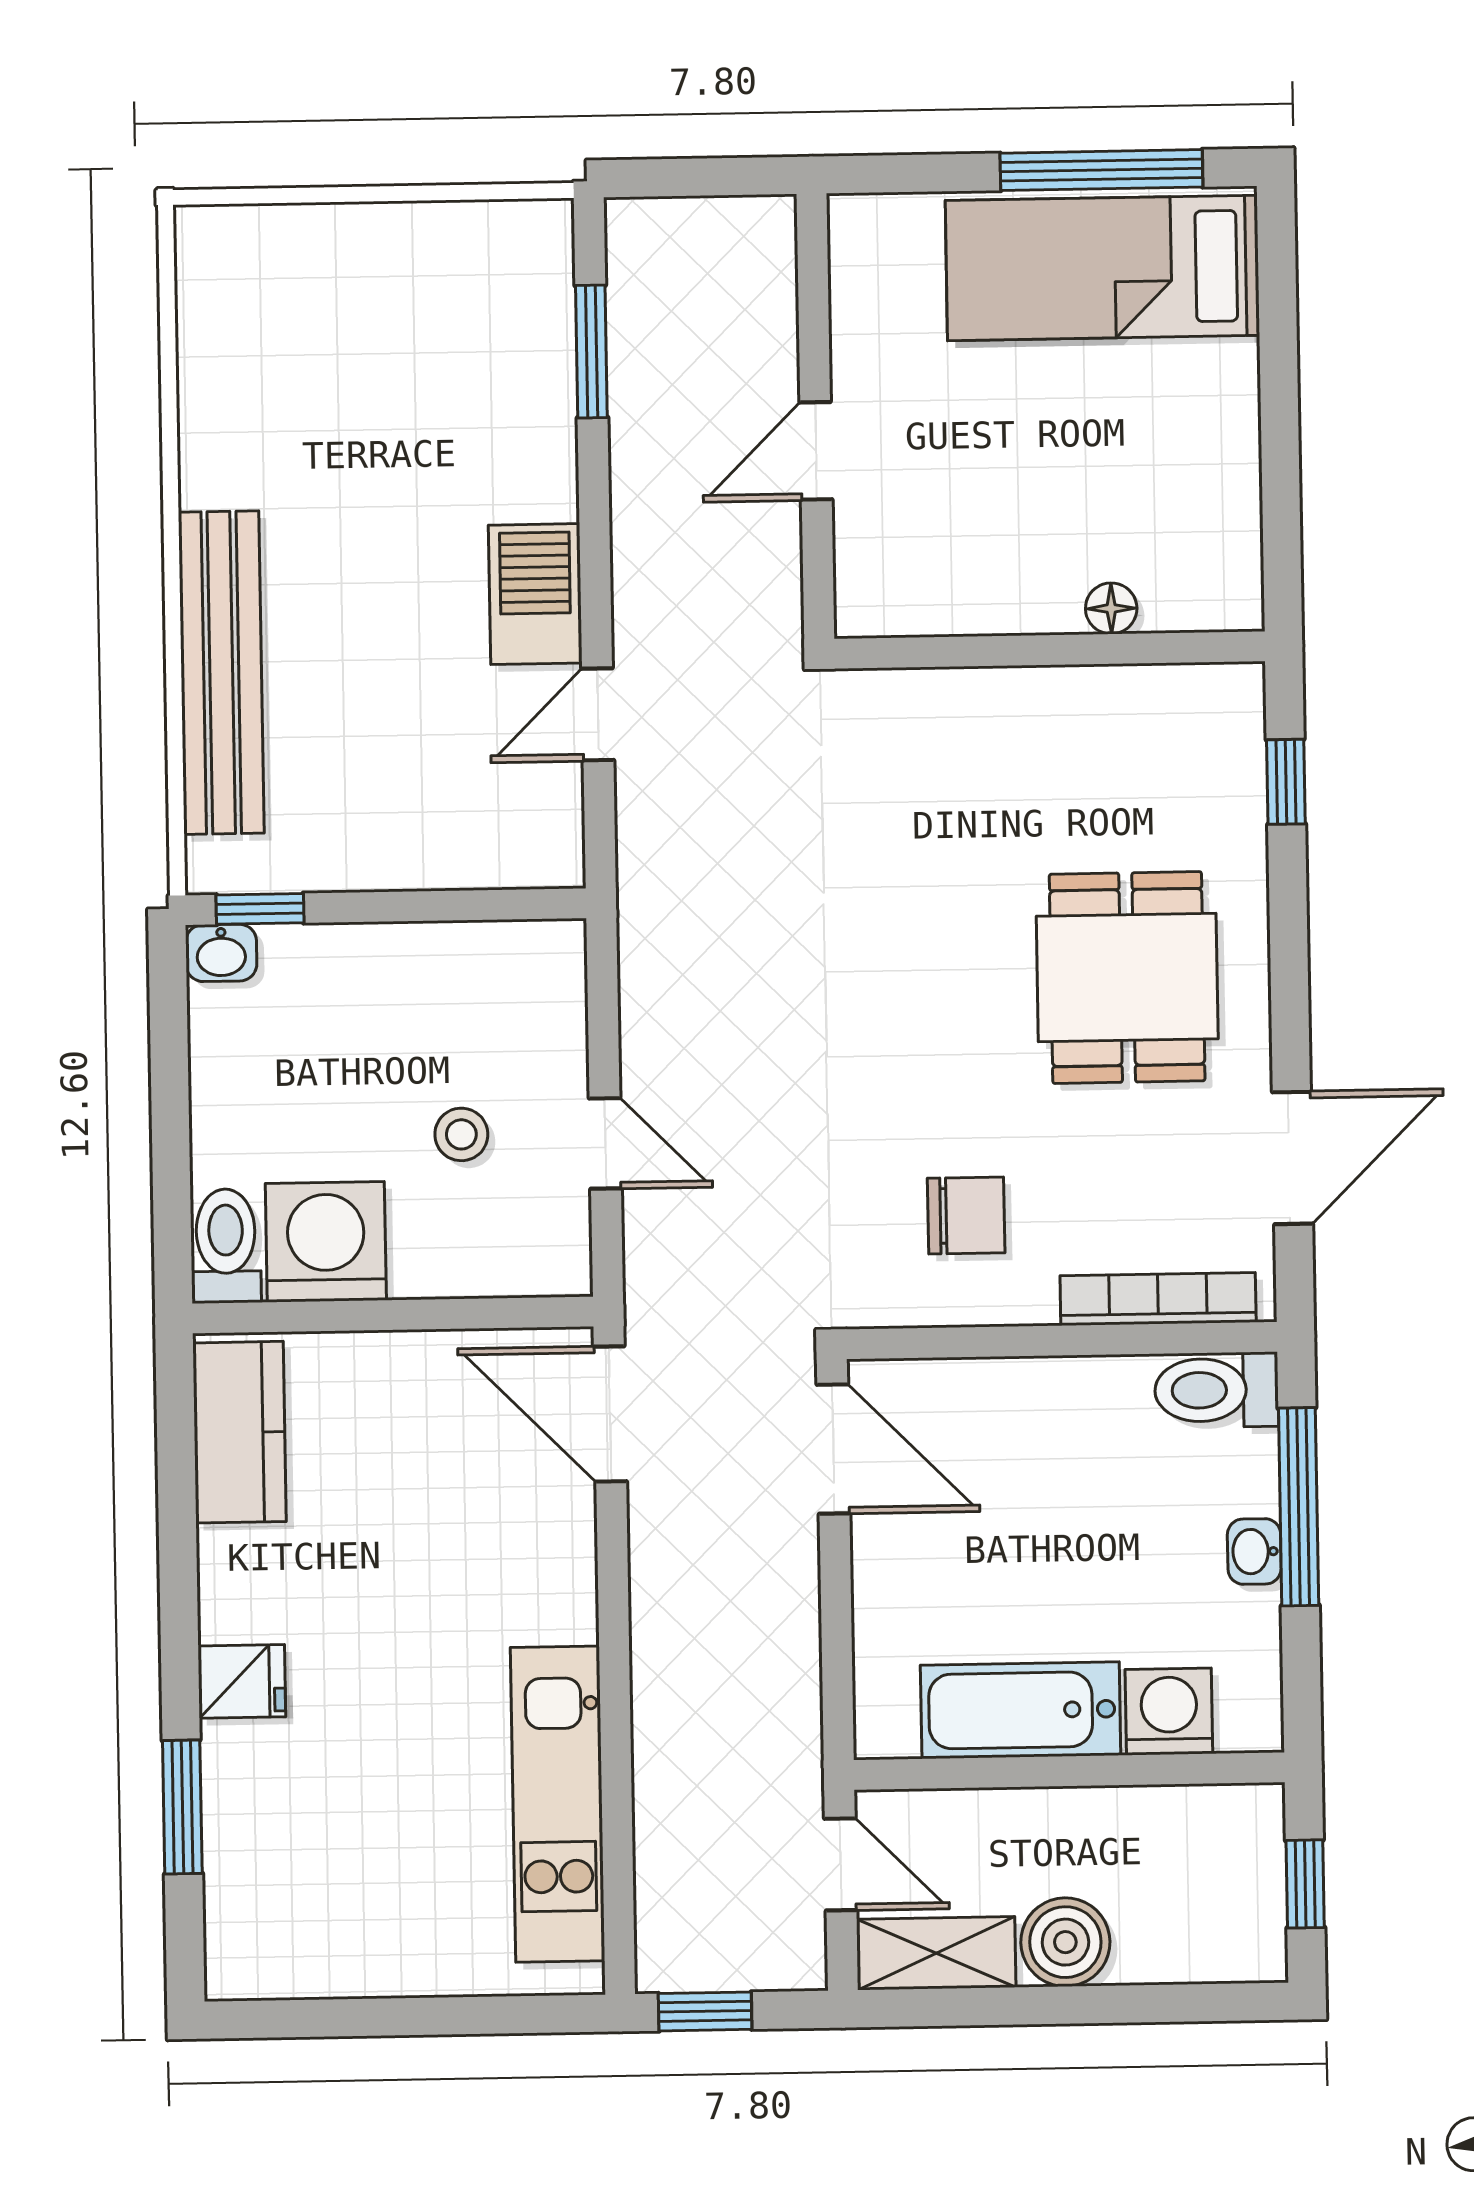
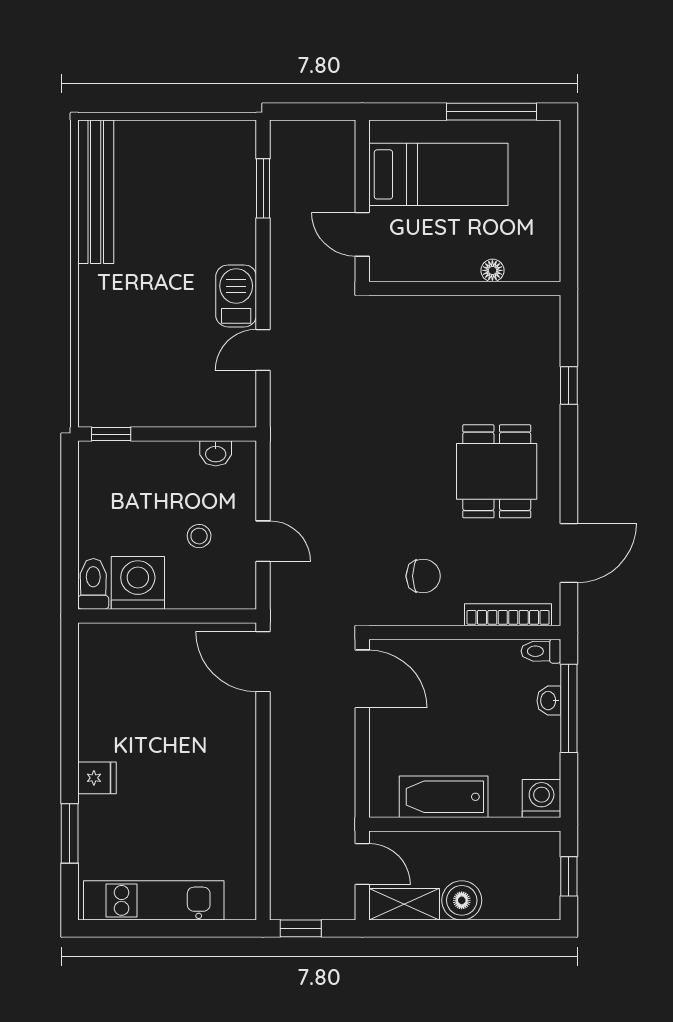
bed: (1102, 268) -> (438, 174), moved, turned 180
door: (816, 451) -> (362, 234), hinge flipped
floor lamp: (1111, 608) -> (492, 270), moved
wall: (1050, 650) -> (465, 289), moved
bench: (221, 673) -> (96, 192), moved
washbasin: (221, 953) -> (216, 453), moved
toilet: (1217, 1390) -> (541, 651), width x0.73, depth x0.72
kitchen counter: (240, 1432) -> (98, 667), removed
washbasin: (1254, 1551) -> (549, 701), moved
washing machine: (1169, 1712) -> (542, 798), moved
kitchen unit: (558, 1804) -> (154, 900), moved, turned 90

